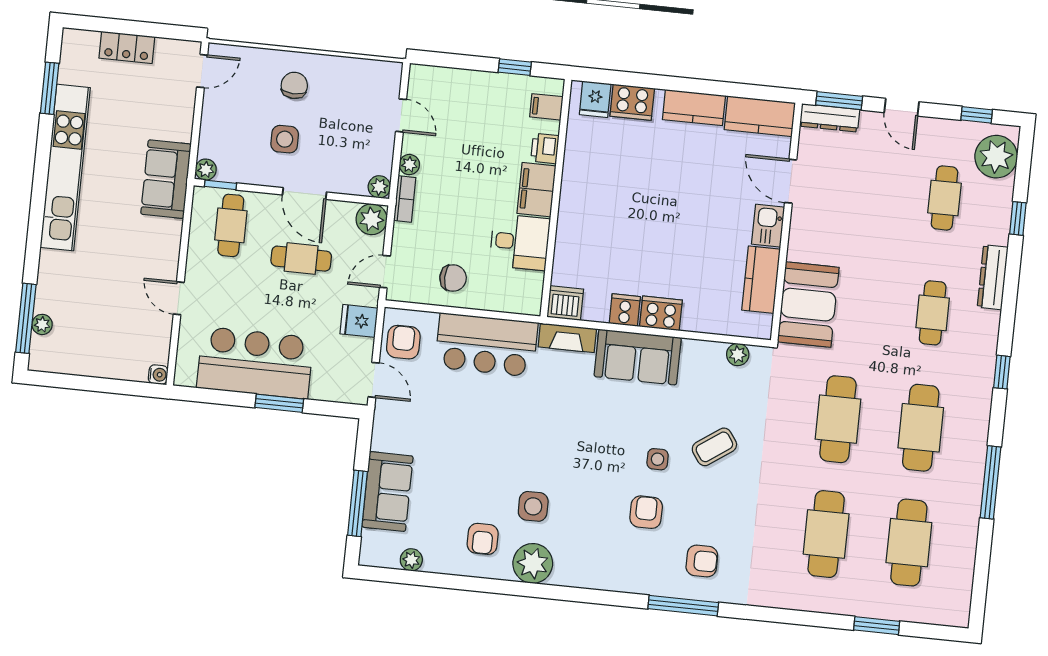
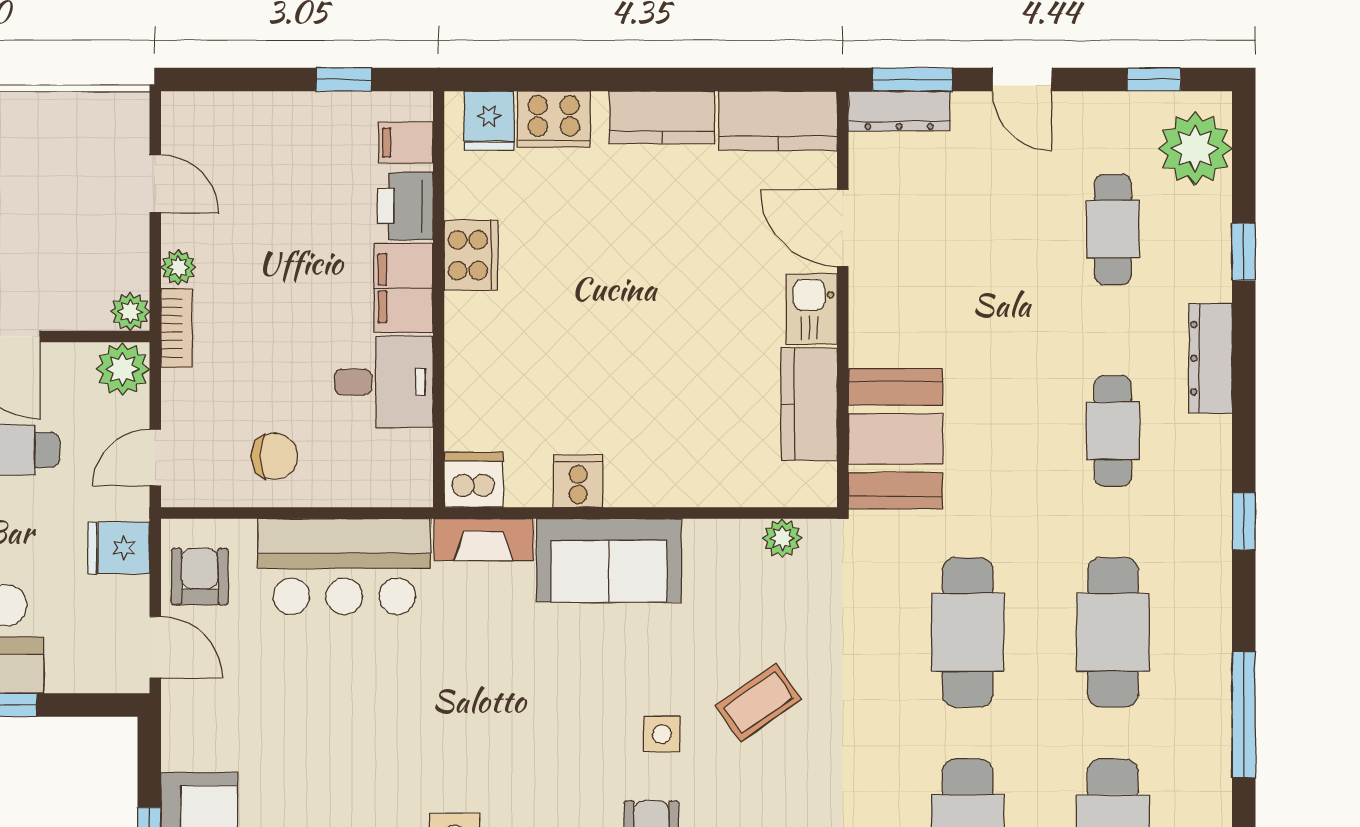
printer: (545, 148) -> (405, 206), width x1.36, depth x1.24
cooker: (661, 313) -> (471, 255), moved, turned 90

